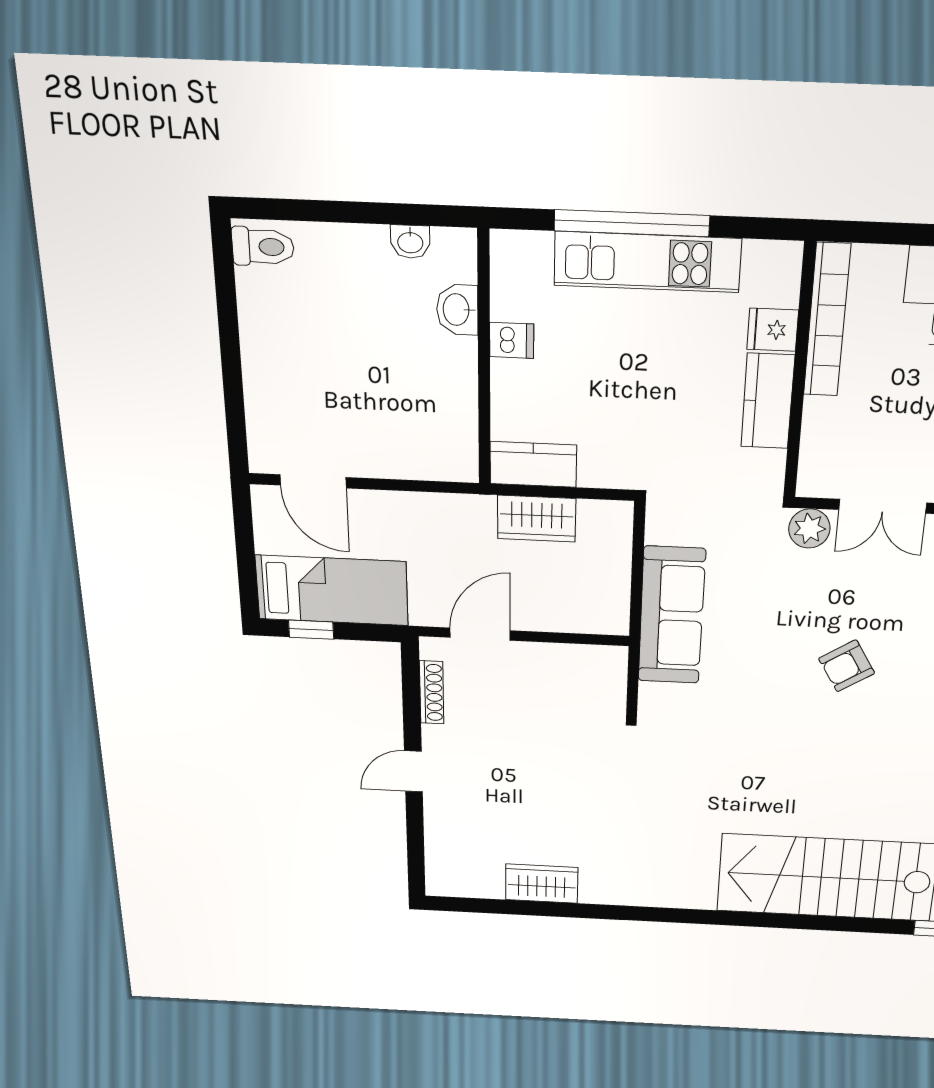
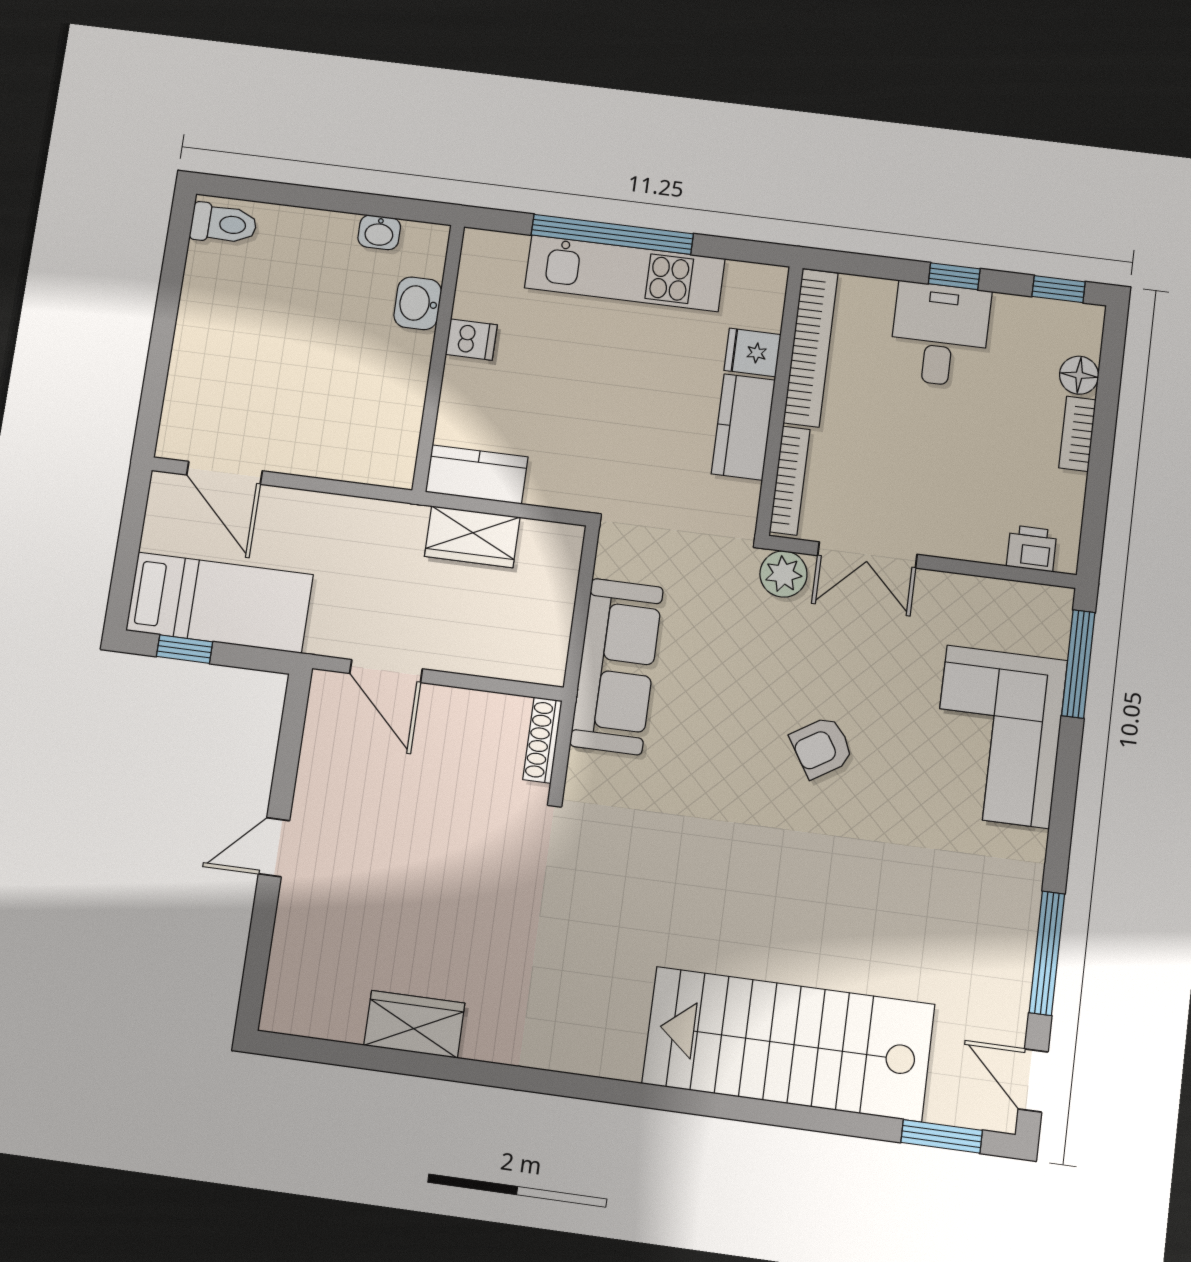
bookcase: (812, 446) -> (790, 481), added
door: (480, 634) -> (386, 671), swing flipped
shoe rack: (432, 692) -> (543, 740), moved, turned 180

